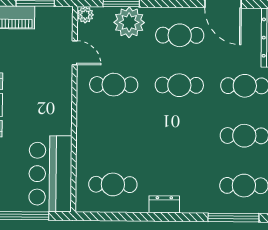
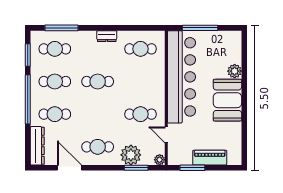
cafe table: (179, 85) -> (98, 81), moved
bar counter: (50, 174) -> (181, 77), width x1.86

